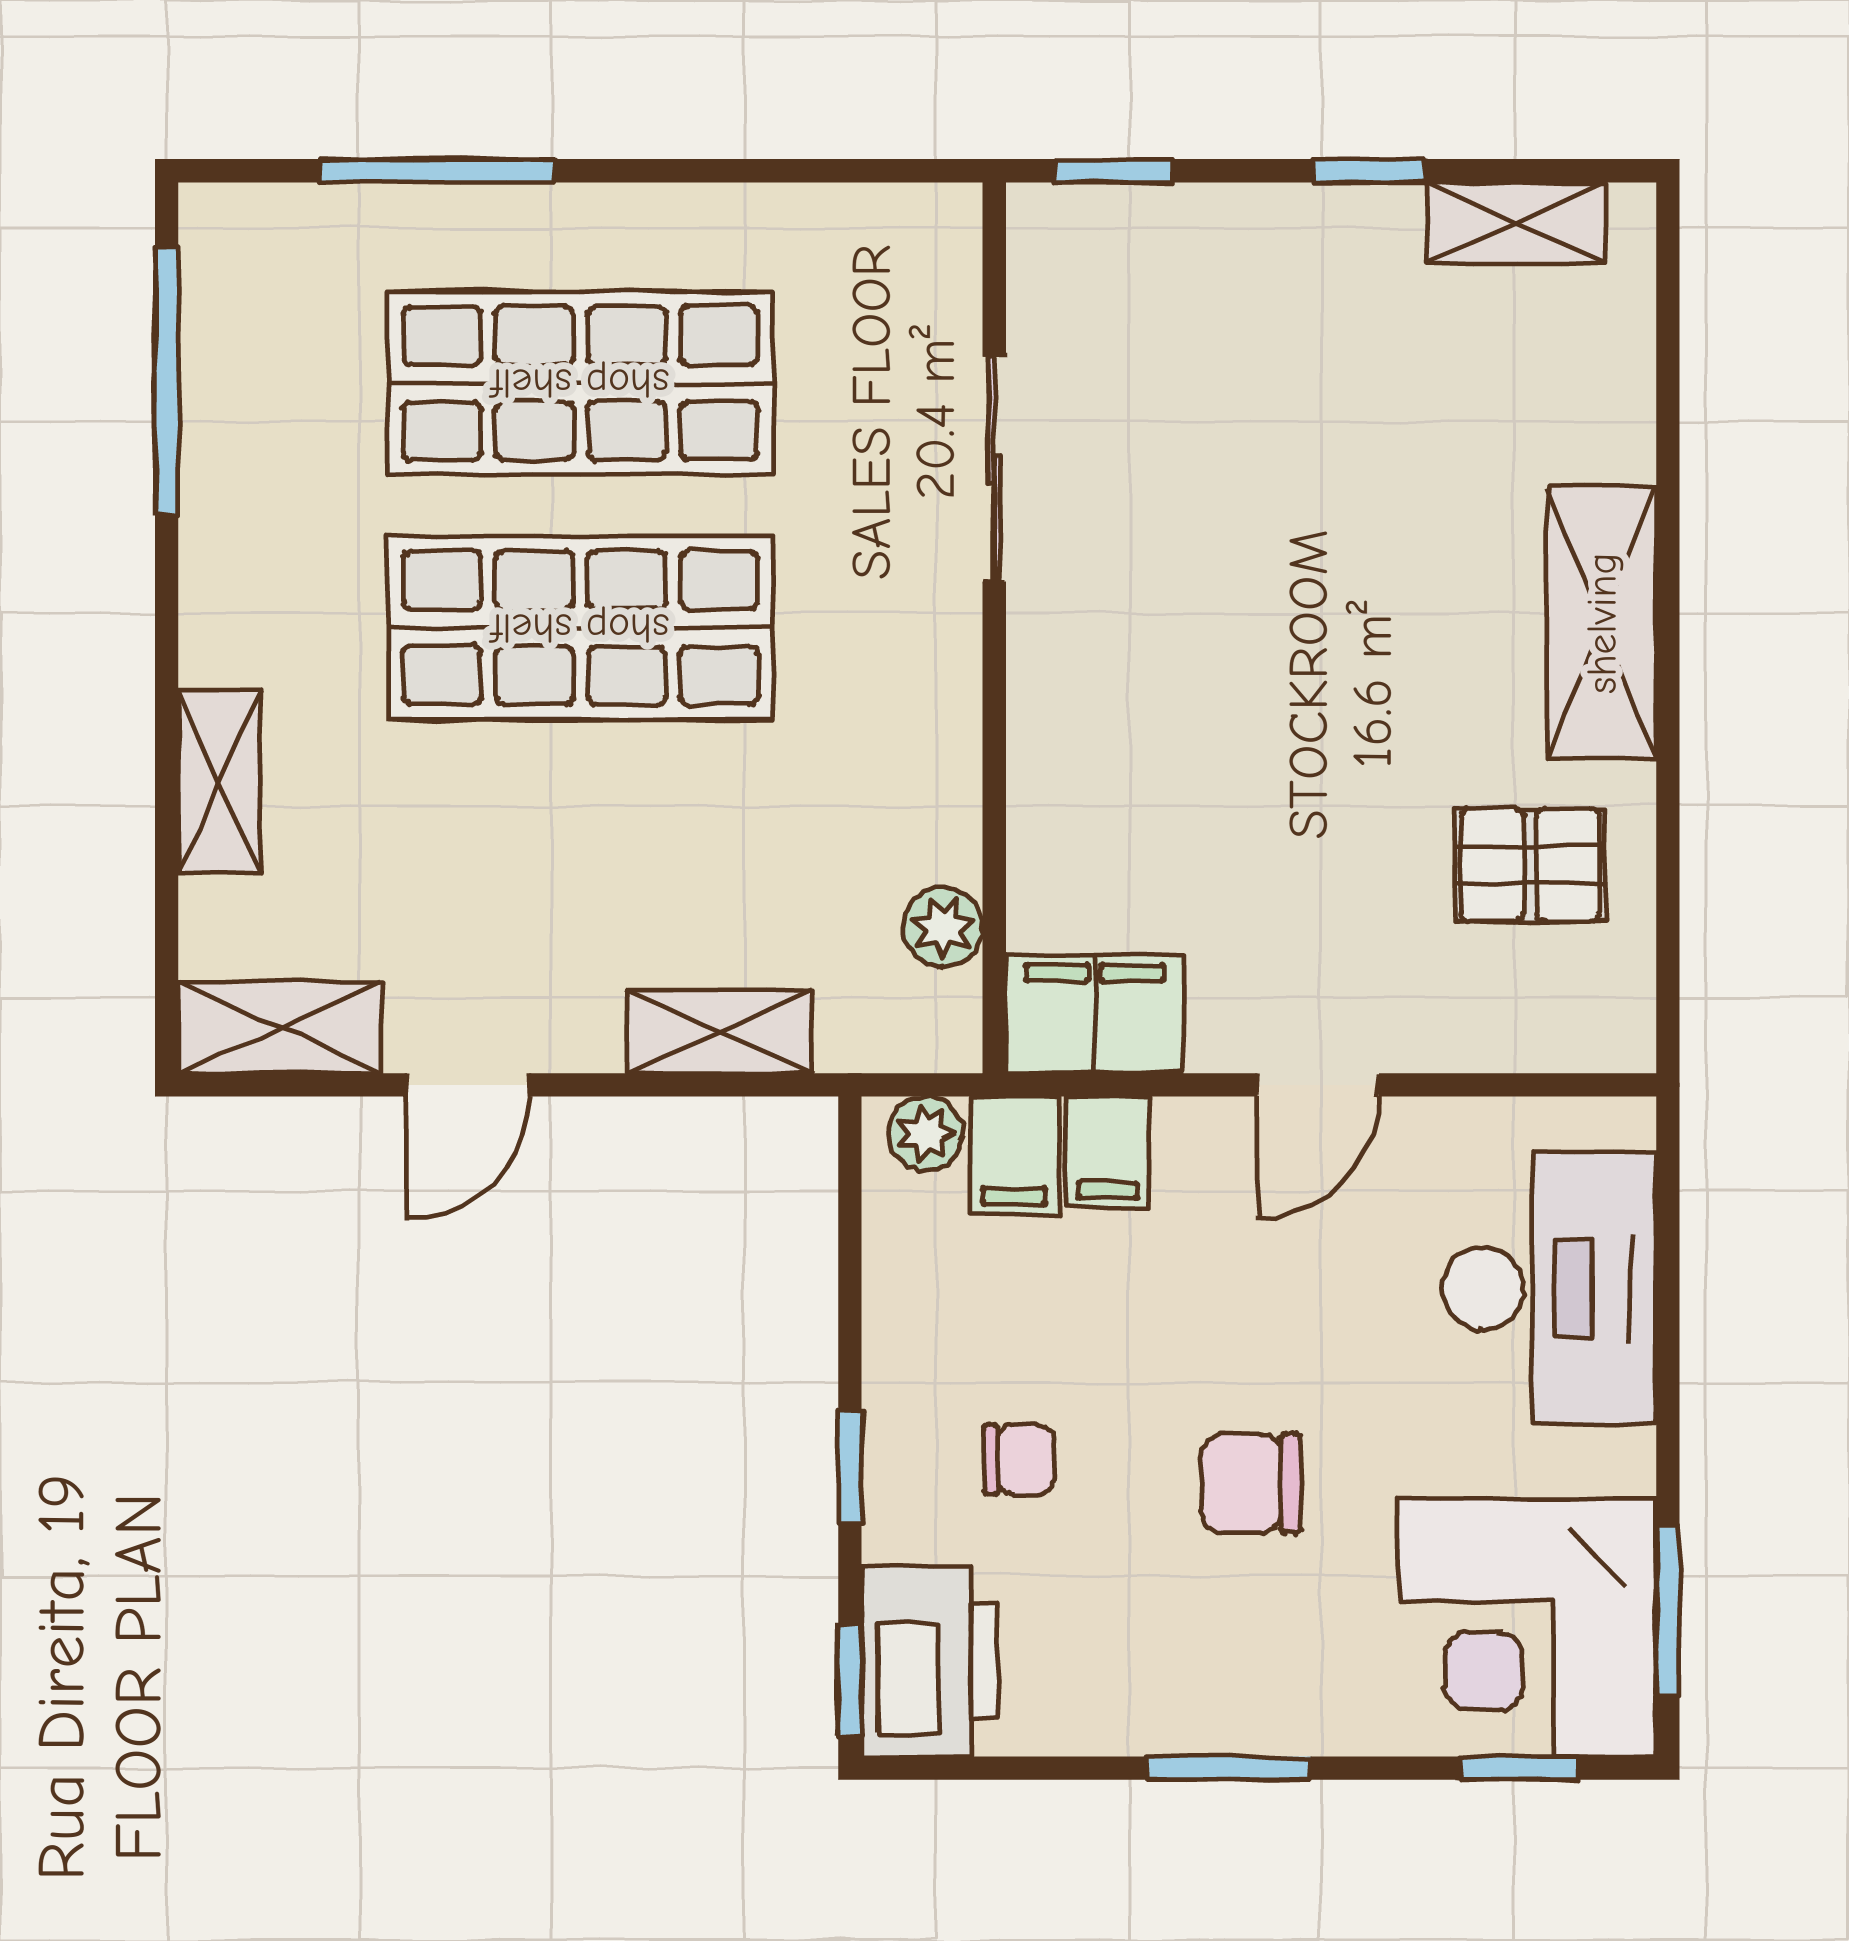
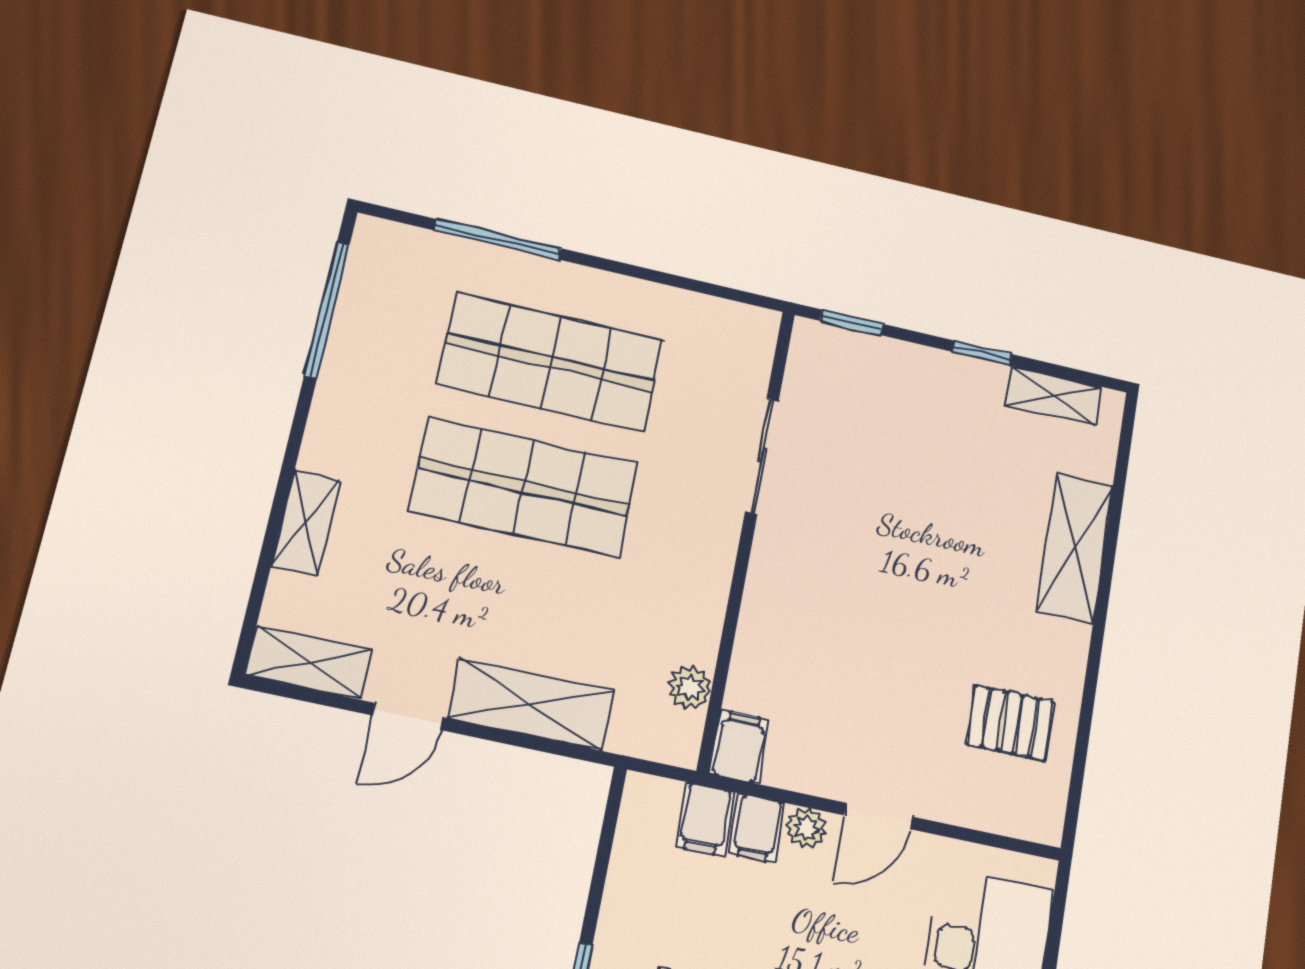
shelving: (1602, 623) -> (1075, 548), moved
filing cabinet: (1095, 1014) -> (739, 747), width x0.50
shelving: (719, 1032) -> (531, 704), width x1.50, depth x1.33
plant: (925, 1133) -> (806, 828), moved

